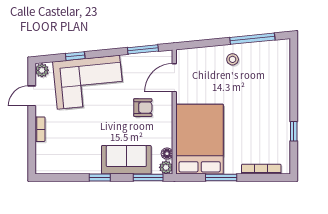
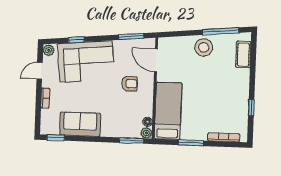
stool: (233, 59) -> (204, 47), width x1.89, depth x1.89
cot: (282, 66) -> (243, 55), added
door: (174, 78) -> (156, 60), hinge flipped
bed: (200, 139) -> (168, 111), width x0.67
sofa: (126, 160) -> (80, 124), moved
window: (100, 177) -> (56, 138), moved

